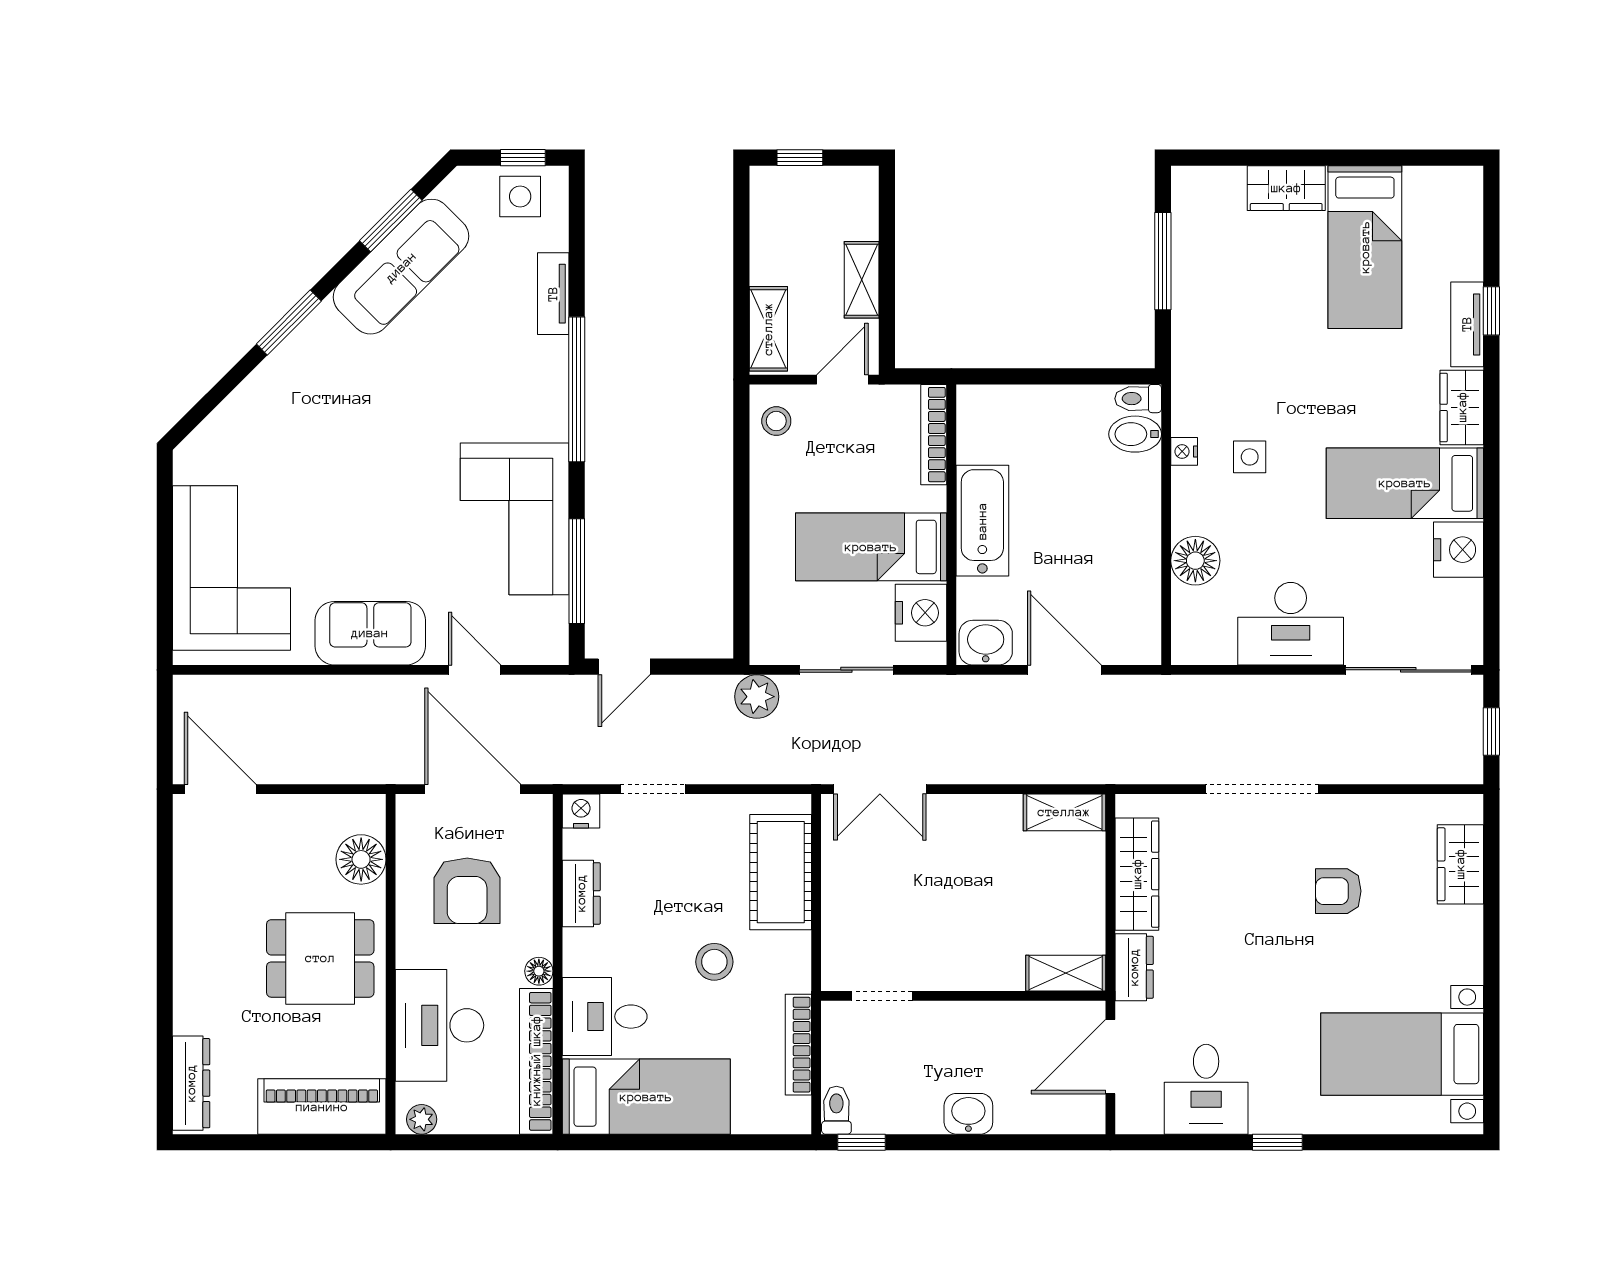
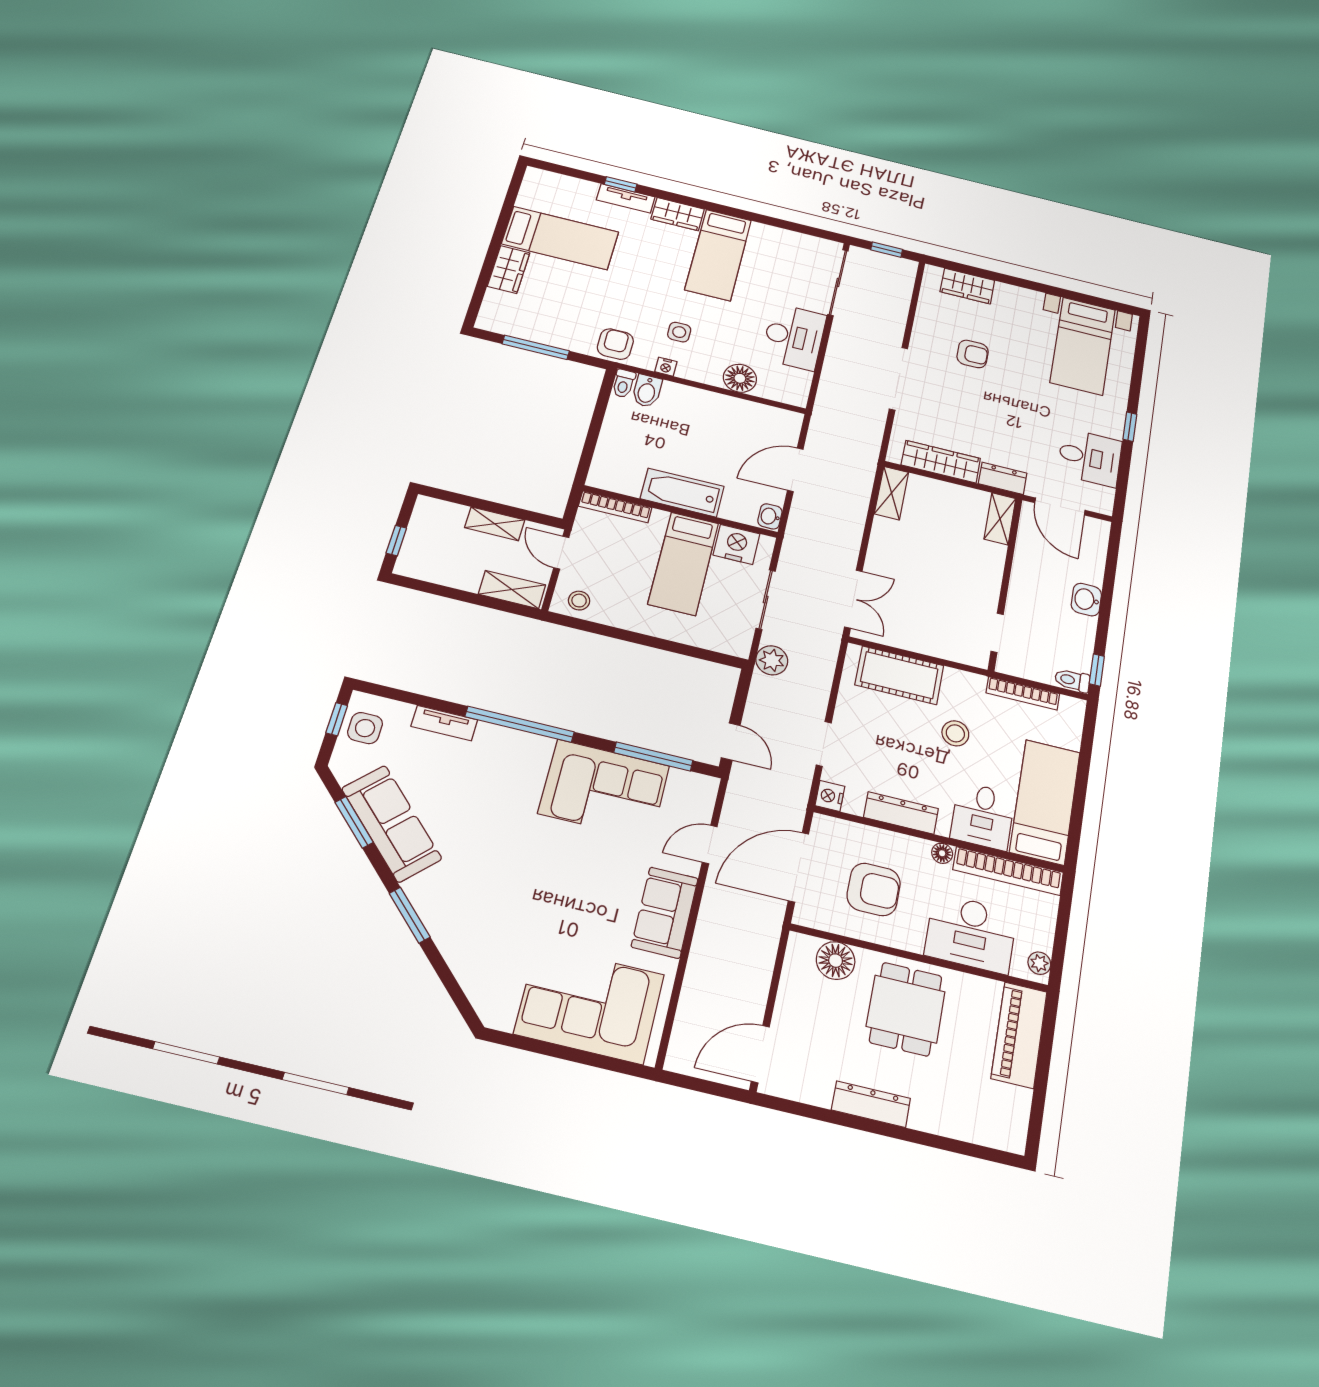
armchair: (1202, 371) -> (615, 344), added
nightstand: (1459, 550) -> (768, 238), removed
washbasin: (986, 643) -> (770, 516), width x0.72, depth x0.69
armchair: (1338, 891) -> (973, 354), turned -90
dresser: (581, 893) -> (901, 813), width x1.44
dresser: (191, 1083) -> (871, 1104), moved

